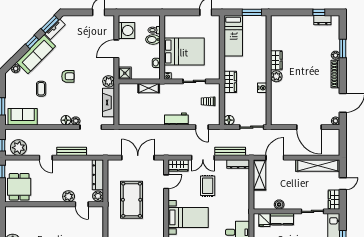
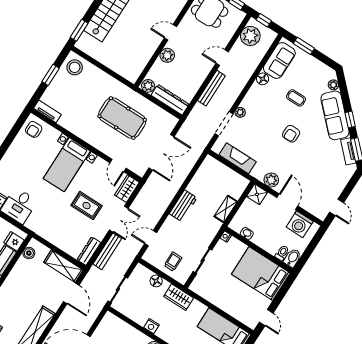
bidet: (153, 40) -> (292, 258), moved
bed: (184, 52) -> (261, 274), moved, turned 90
plant: (109, 81) -> (271, 180), moved
workbench: (176, 119) -> (183, 206), moved
floor lamp: (66, 120) -> (263, 79), moved
floor lamp: (229, 120) -> (156, 281), moved
double door: (203, 158) -> (119, 219), swing flipped
door: (82, 204) -> (170, 32), moved
boiler: (279, 205) -> (29, 253), moved

